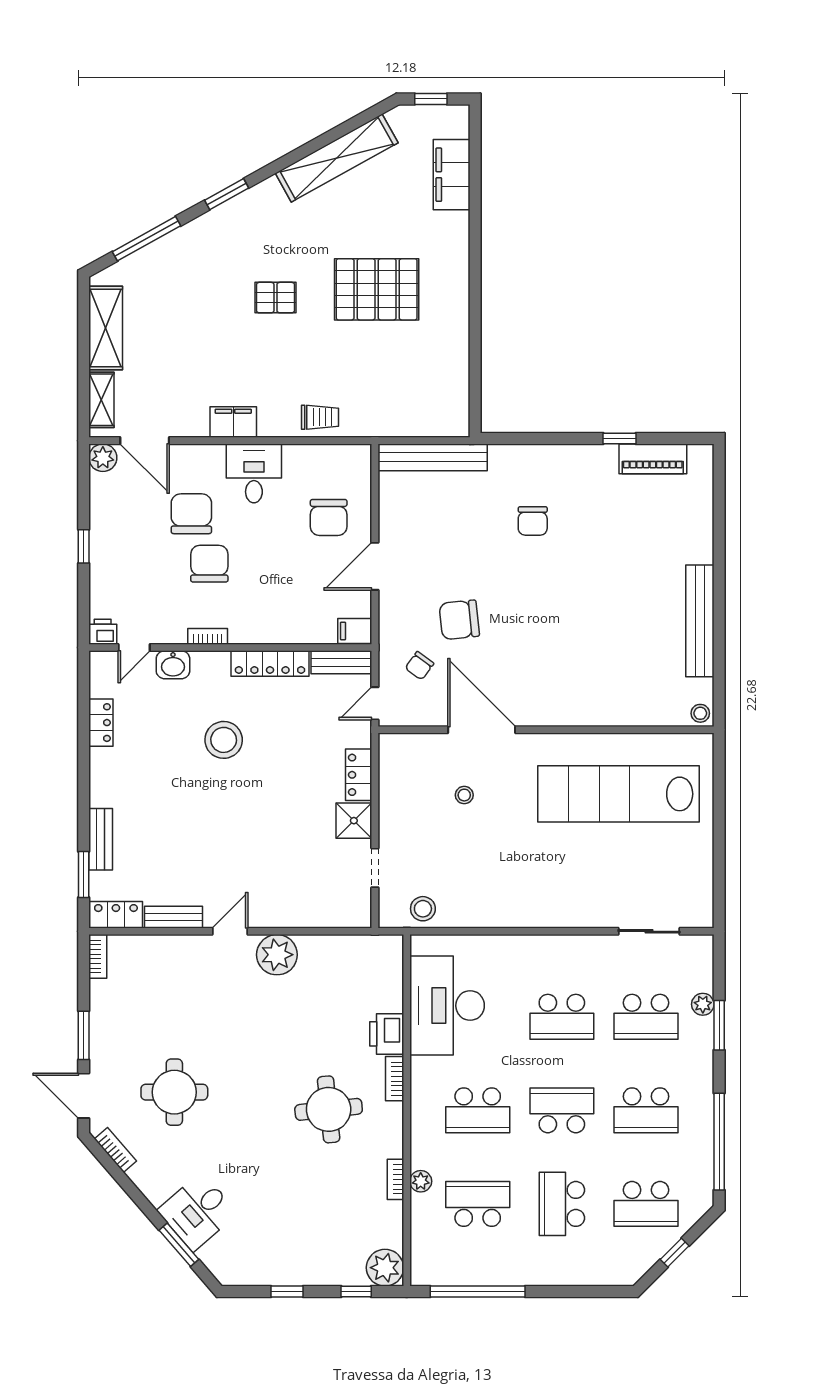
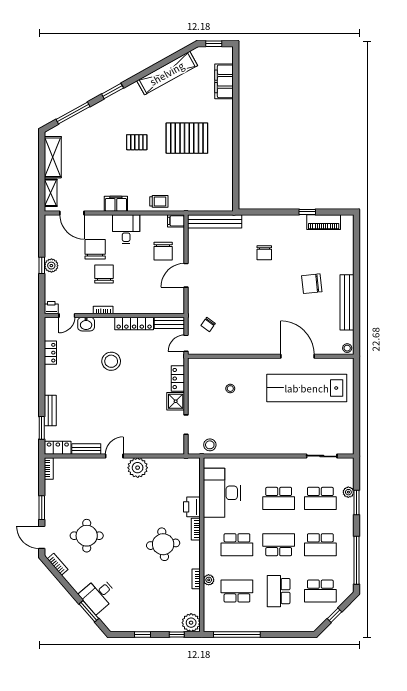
plant: (103, 458) -> (51, 266), moved
chair: (459, 620) -> (312, 284), moved
filing cabinet: (355, 631) -> (176, 221), moved
door: (482, 730) -> (297, 356), moved

